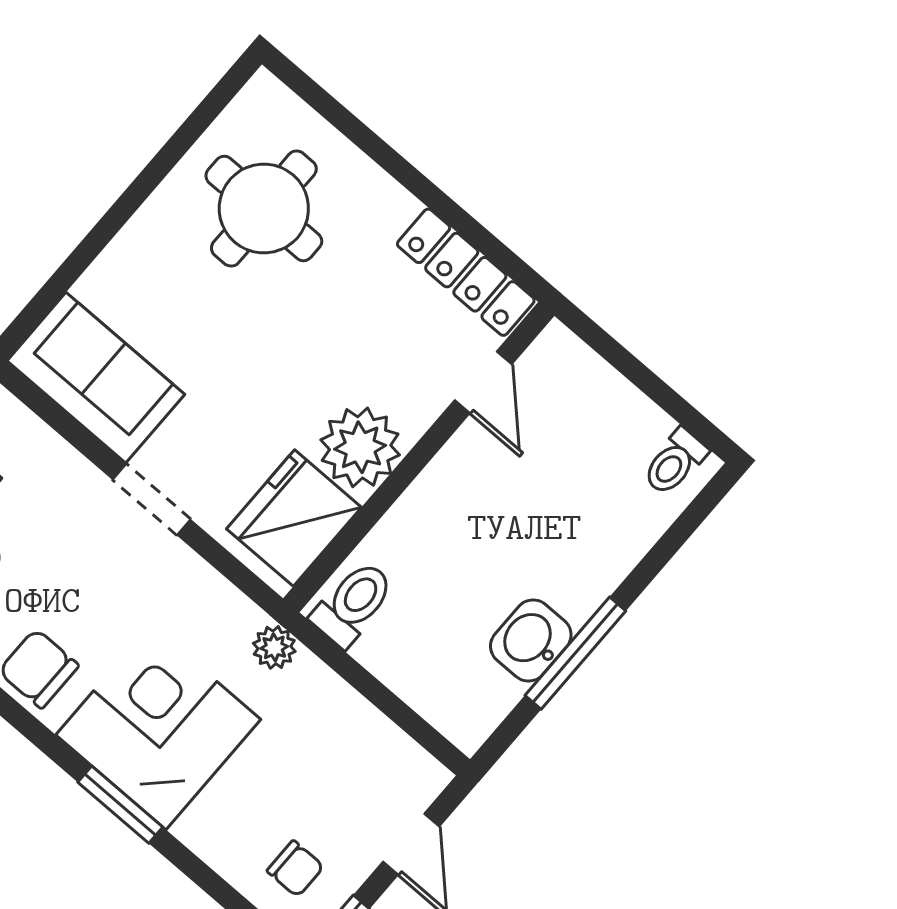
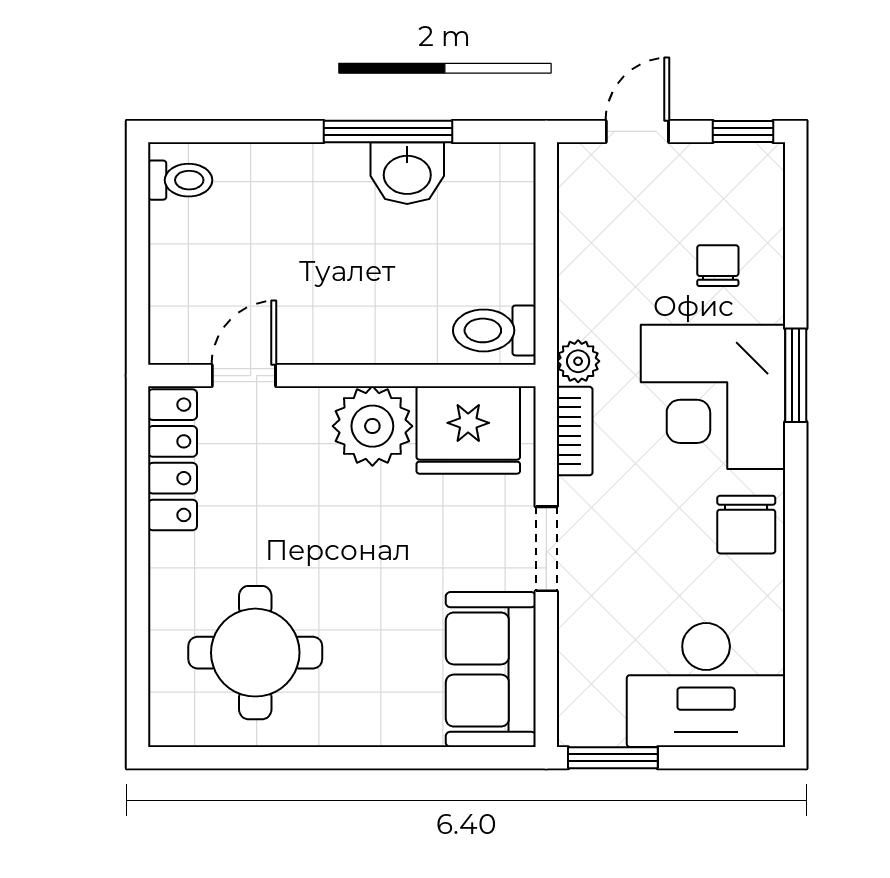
bookcase: (223, 599) -> (575, 431), added
chair: (295, 869) -> (718, 266), moved

